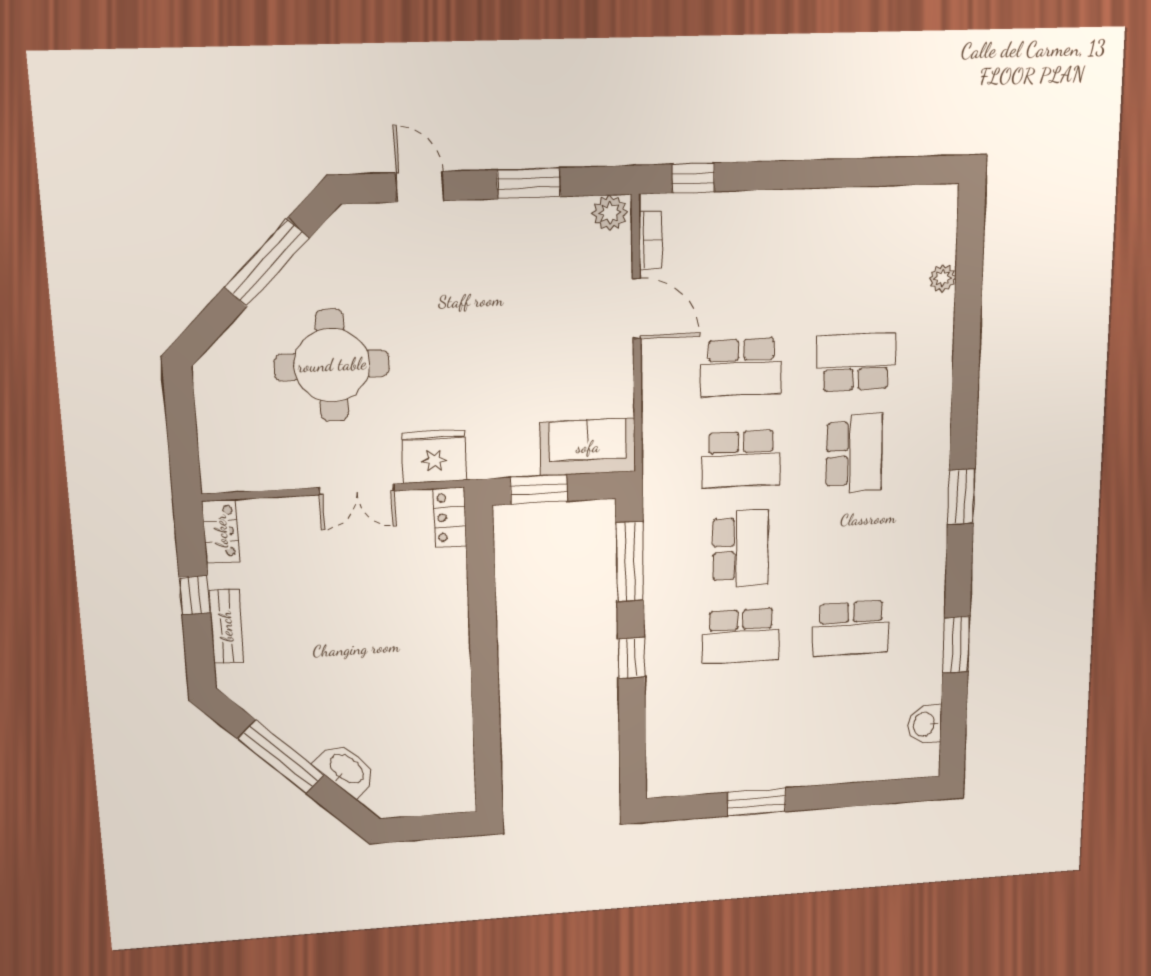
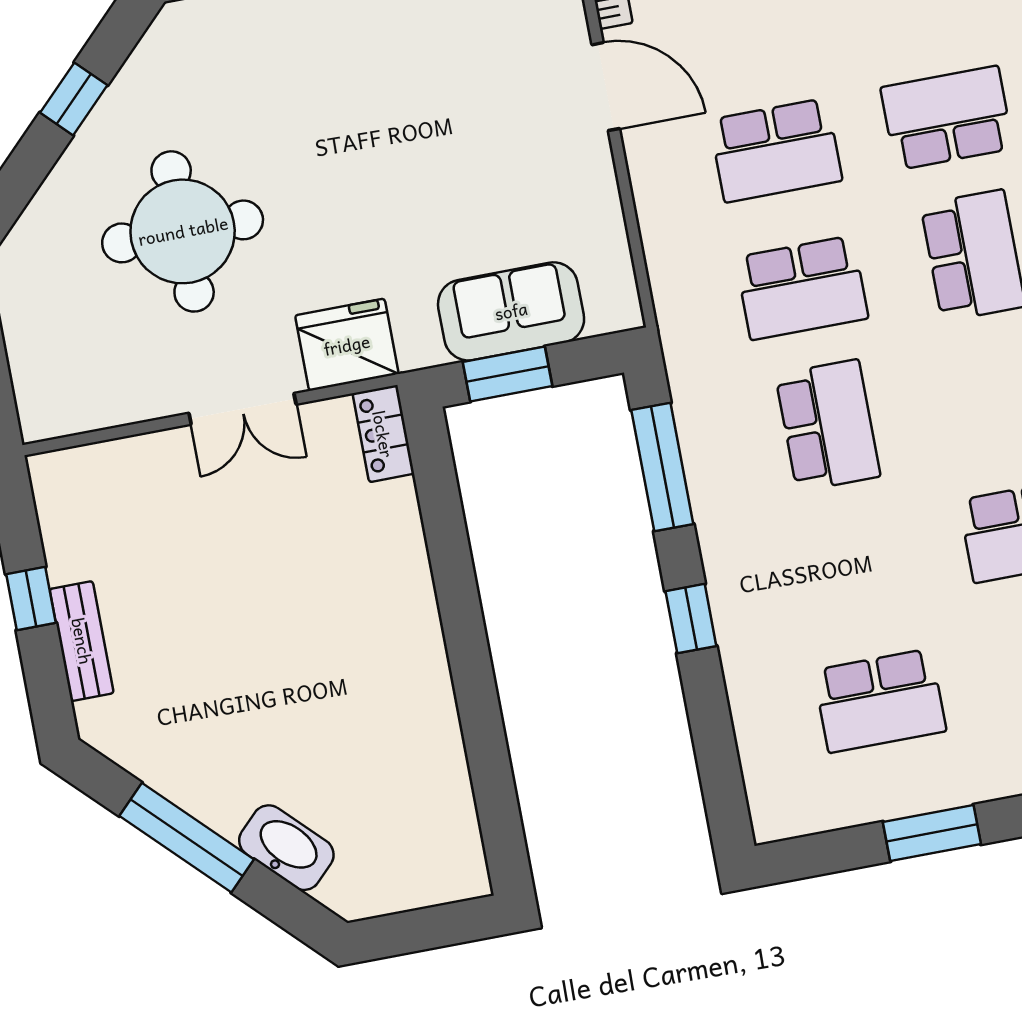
window: (267, 263) -> (74, 99), width x0.46
sofa: (588, 447) -> (511, 311), moved
locker: (221, 531) -> (56, 497), removed
school desk: (741, 636) -> (880, 701), moved

